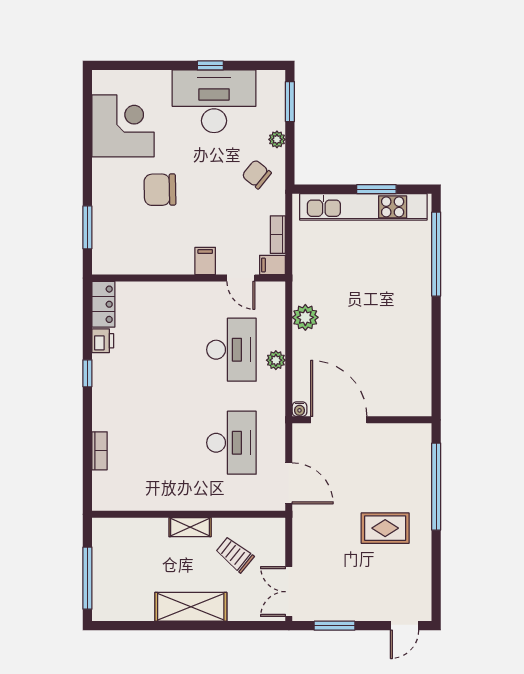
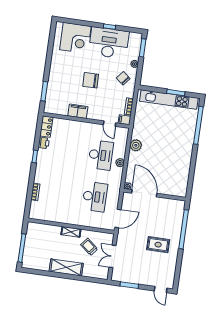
corner desk: (123, 126) -> (75, 38), moved, turned 90
chair: (160, 190) -> (91, 80), moved
filing cabinet: (205, 261) -> (78, 111), moved, width x2.00
door: (289, 483) -> (118, 218), hinge flipped
double door: (289, 592) -> (113, 256), moved
door: (405, 626) -> (161, 290), hinge flipped

